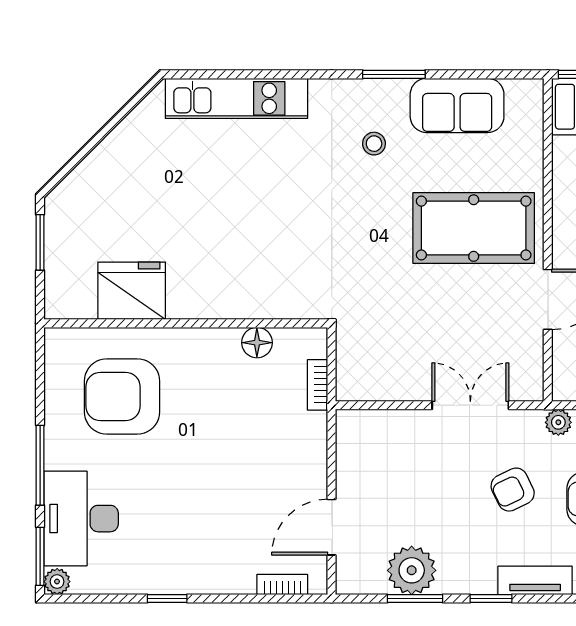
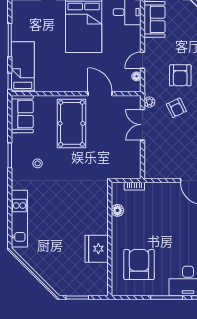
sofa: (457, 105) -> (22, 114), moved
fridge: (132, 291) -> (97, 249), moved
armchair: (122, 396) -> (139, 265), turned 180
plant: (558, 422) -> (149, 102), moved

